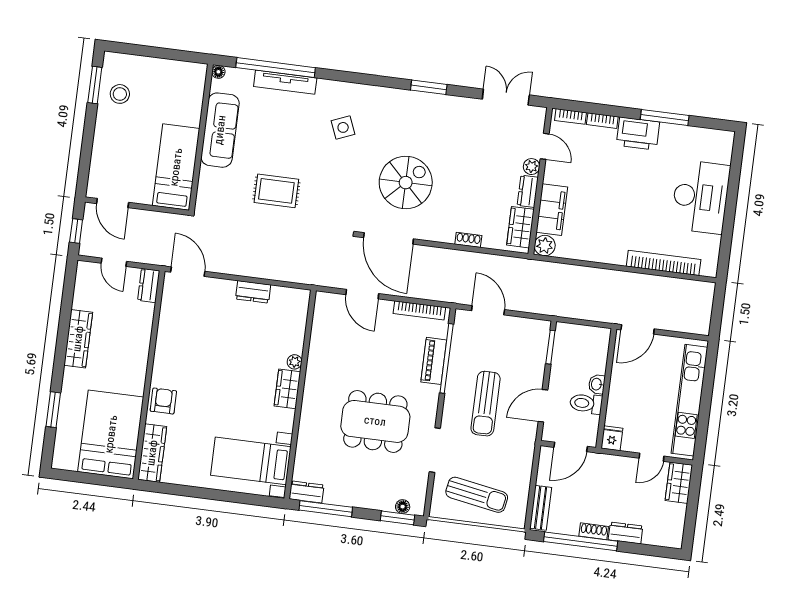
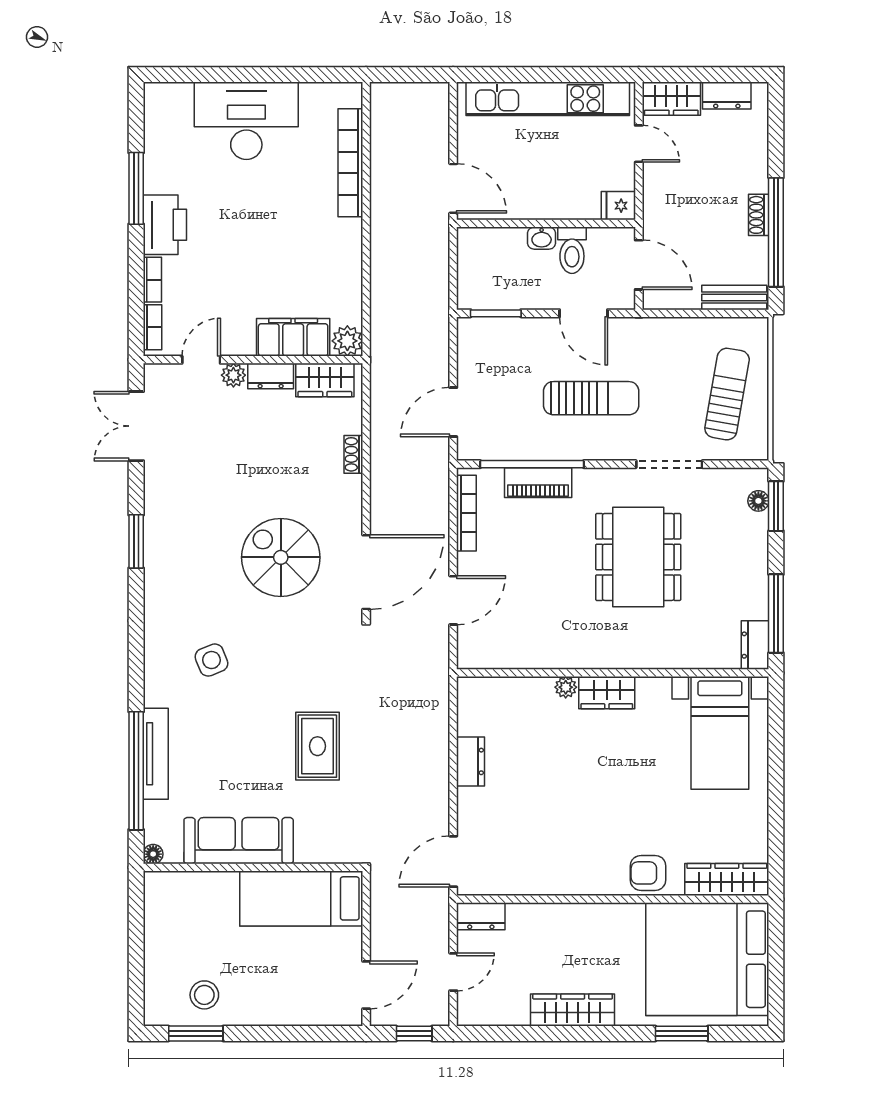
bed: (111, 434) -> (707, 959), width x1.36
dresser: (626, 533) -> (727, 95), moved, turned -90

